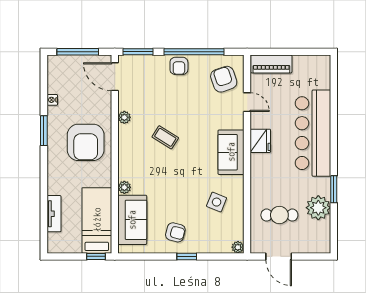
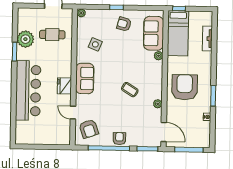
piano: (271, 64) -> (56, 139), removed

